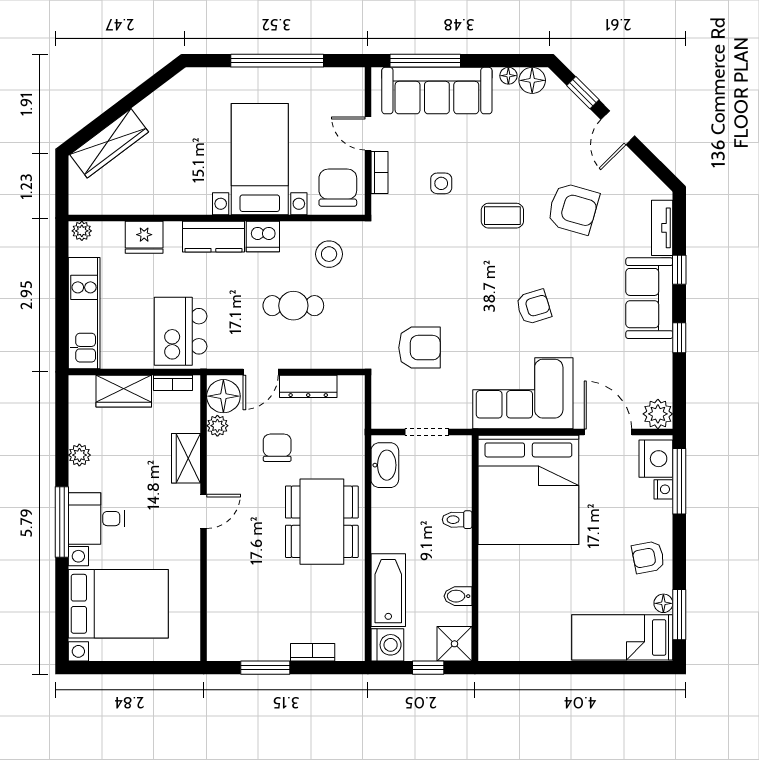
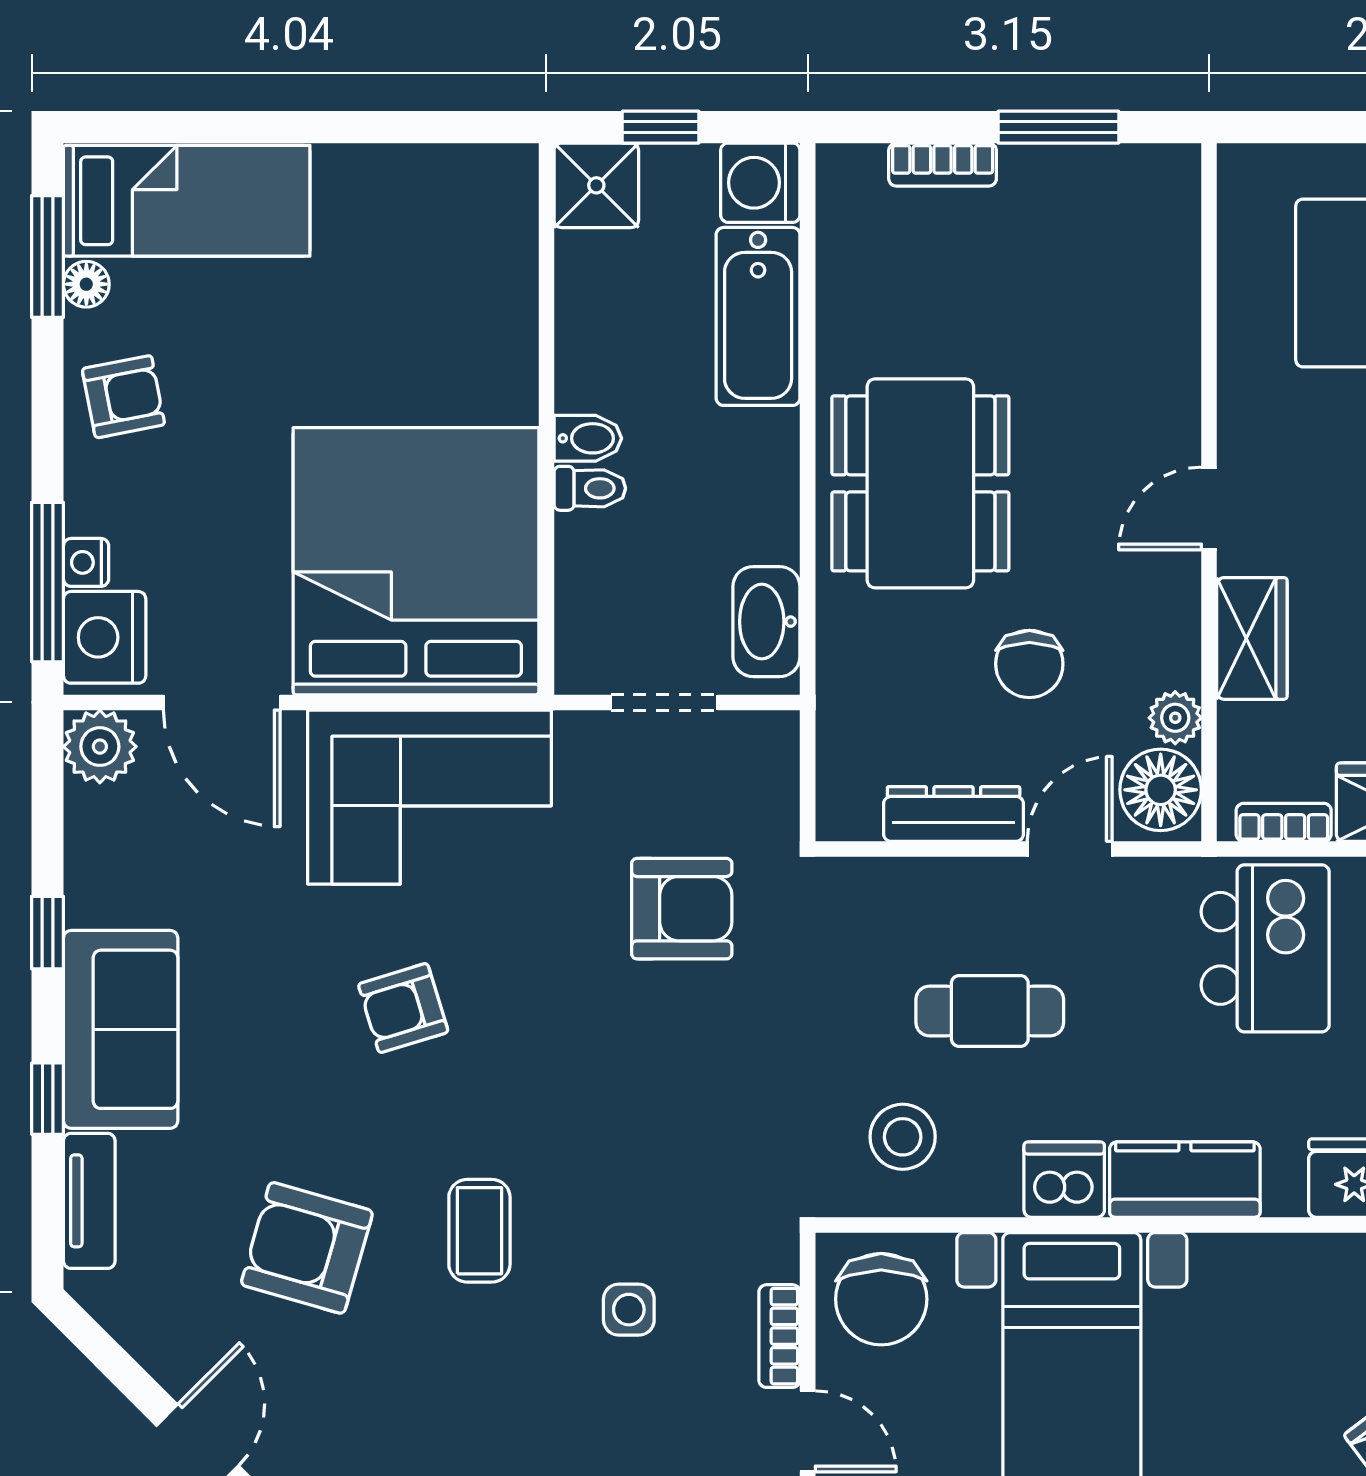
coffee table: (502, 216) -> (479, 1231), turned 90
armchair: (420, 348) -> (682, 909), turned 180
bidet: (458, 596) -> (588, 438), moved

